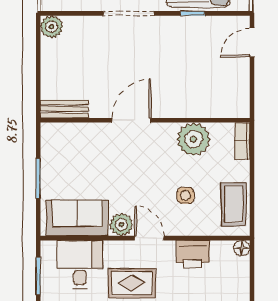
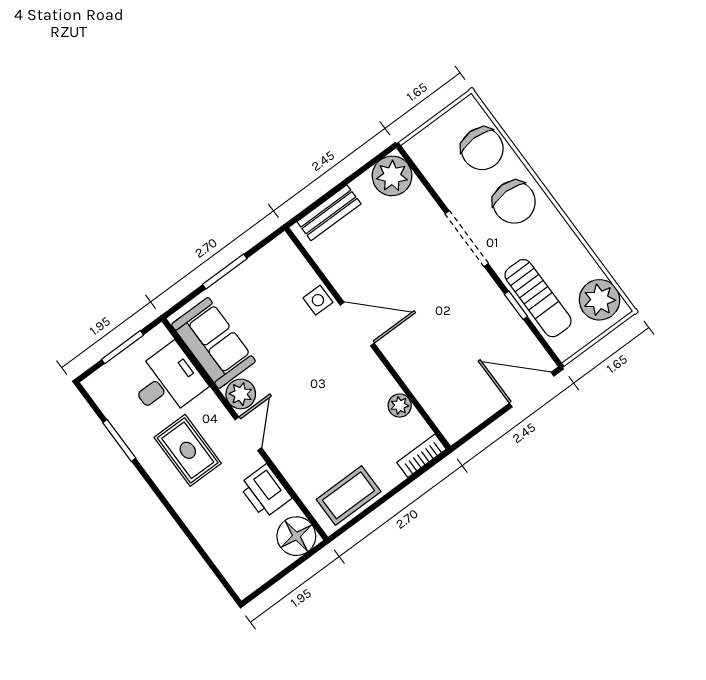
plant: (52, 27) -> (392, 176), width x1.36, depth x1.36
door: (252, 42) -> (532, 390), width x1.37
bench: (64, 109) -> (329, 213), moved, turned 90
plant: (194, 139) -> (400, 406), width x0.53, depth x0.53
side table: (186, 195) -> (318, 300), moved
floor lamp: (242, 248) -> (296, 536), width x1.89, depth x1.89

